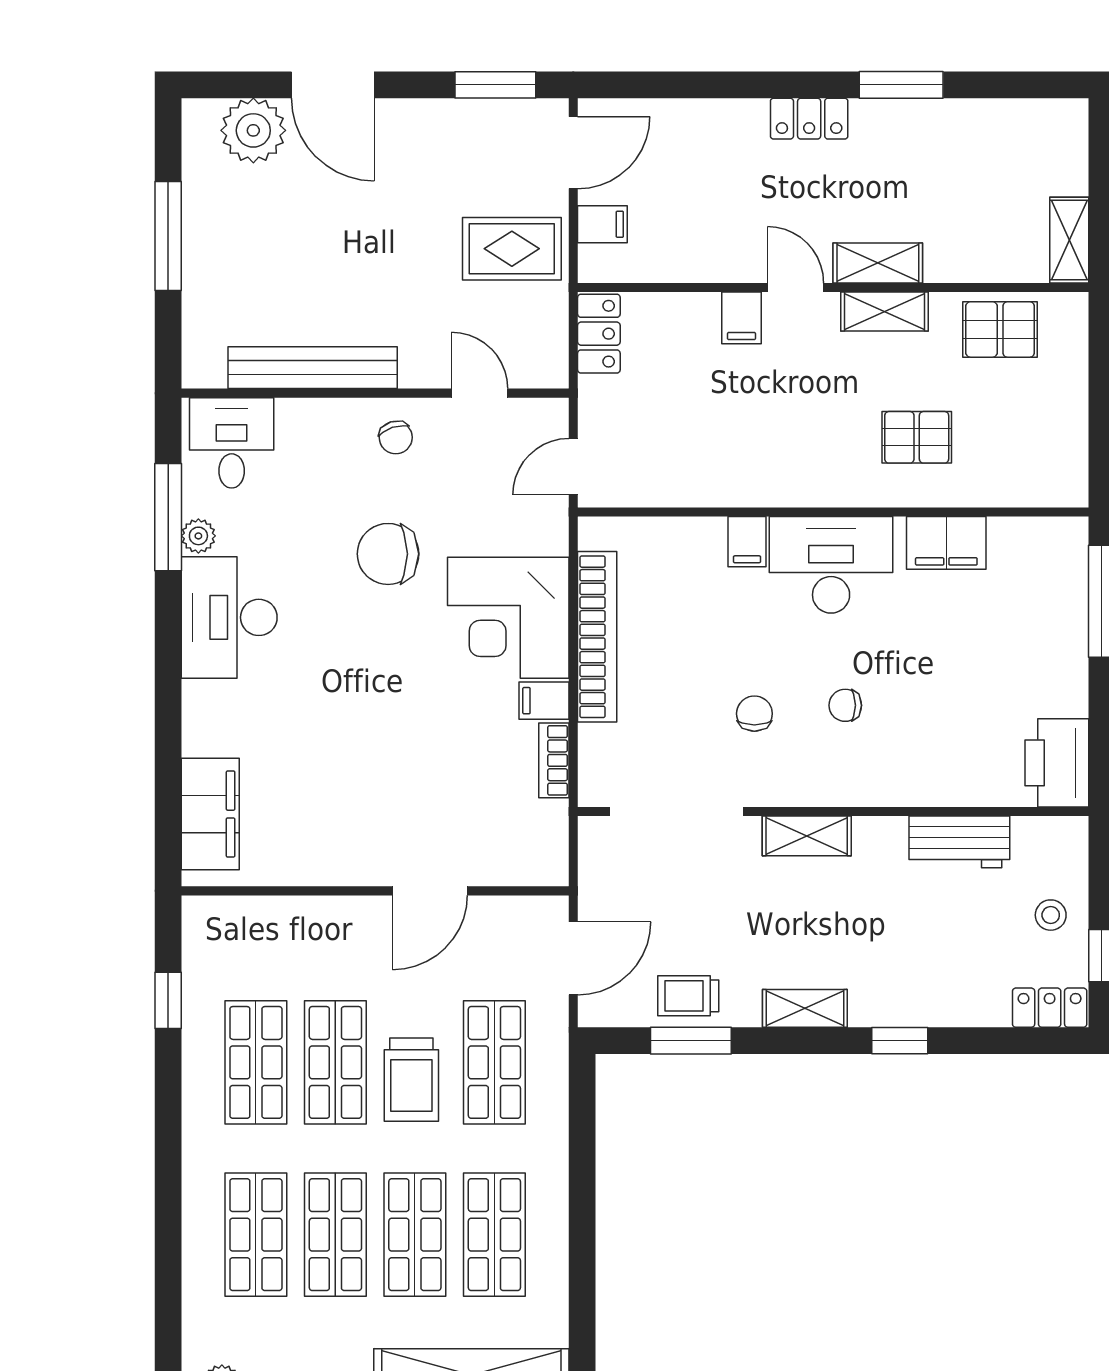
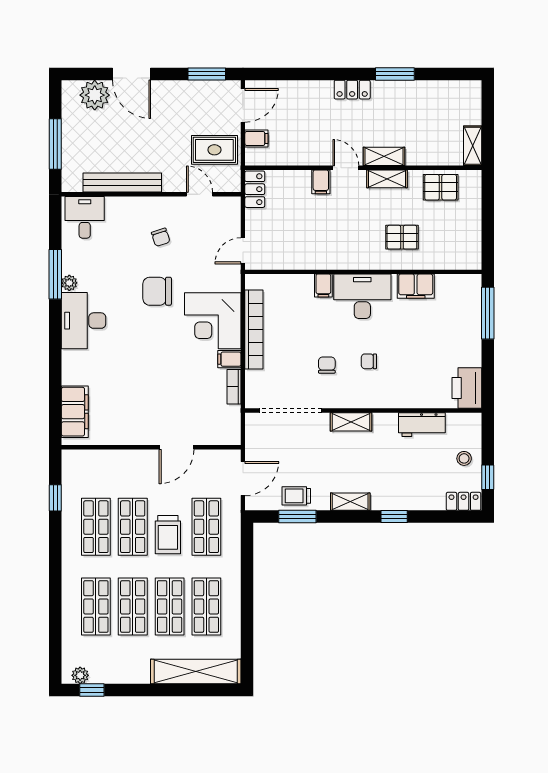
bench: (313, 368) -> (122, 183), moved
wall: (375, 393) -> (151, 194), moved
door: (480, 393) -> (200, 194), moved
desk: (232, 443) -> (85, 217), moved

